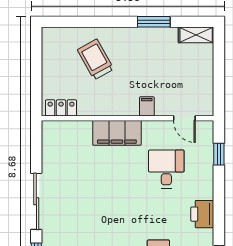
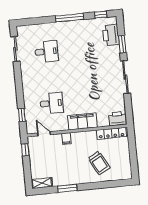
window: (219, 94) -> (25, 150), added
locker: (61, 108) -> (111, 133), width x1.53
desk: (166, 169) -> (52, 103), turned -90
printer: (202, 214) -> (117, 119), moved, turned -90

